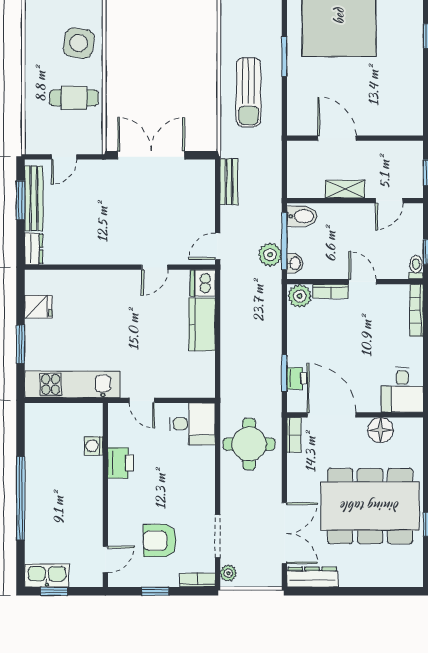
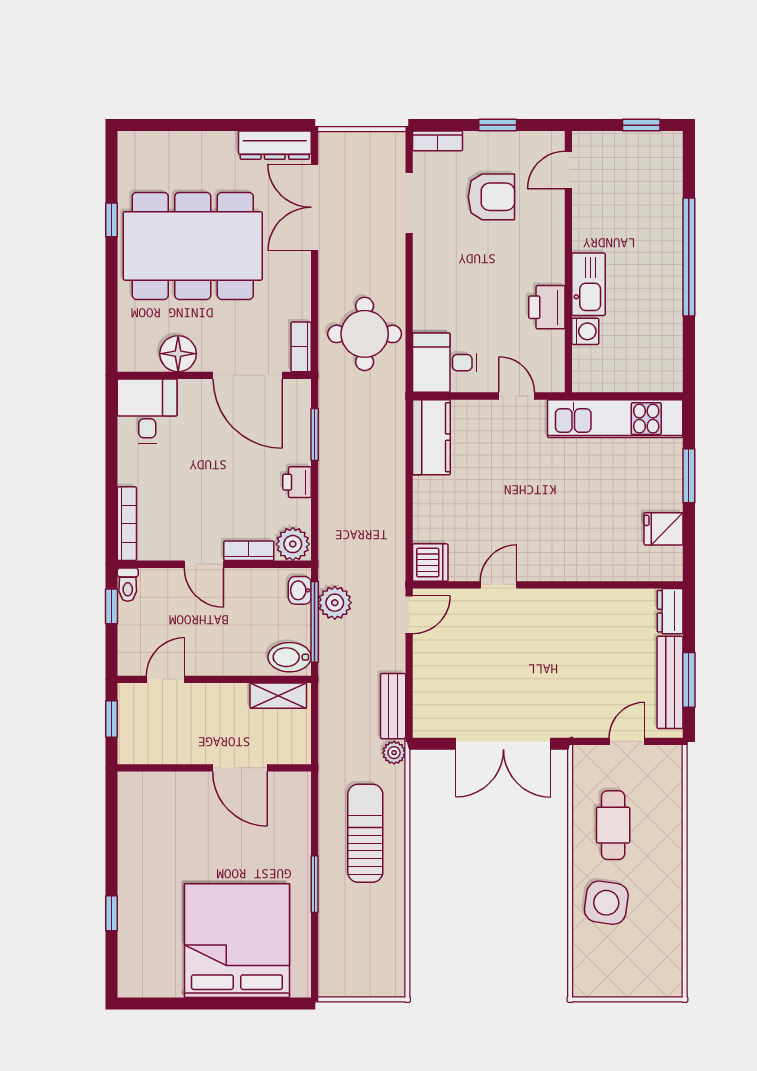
cafe table: (74, 98) -> (613, 825), turned 90
shelving: (345, 189) -> (278, 696), moved
kitchen counter: (202, 324) -> (431, 437), moved
printer: (297, 378) -> (297, 482), moved
plant: (228, 573) -> (394, 753), moved
kitchen sink: (47, 575) -> (589, 284), moved, turned -90

